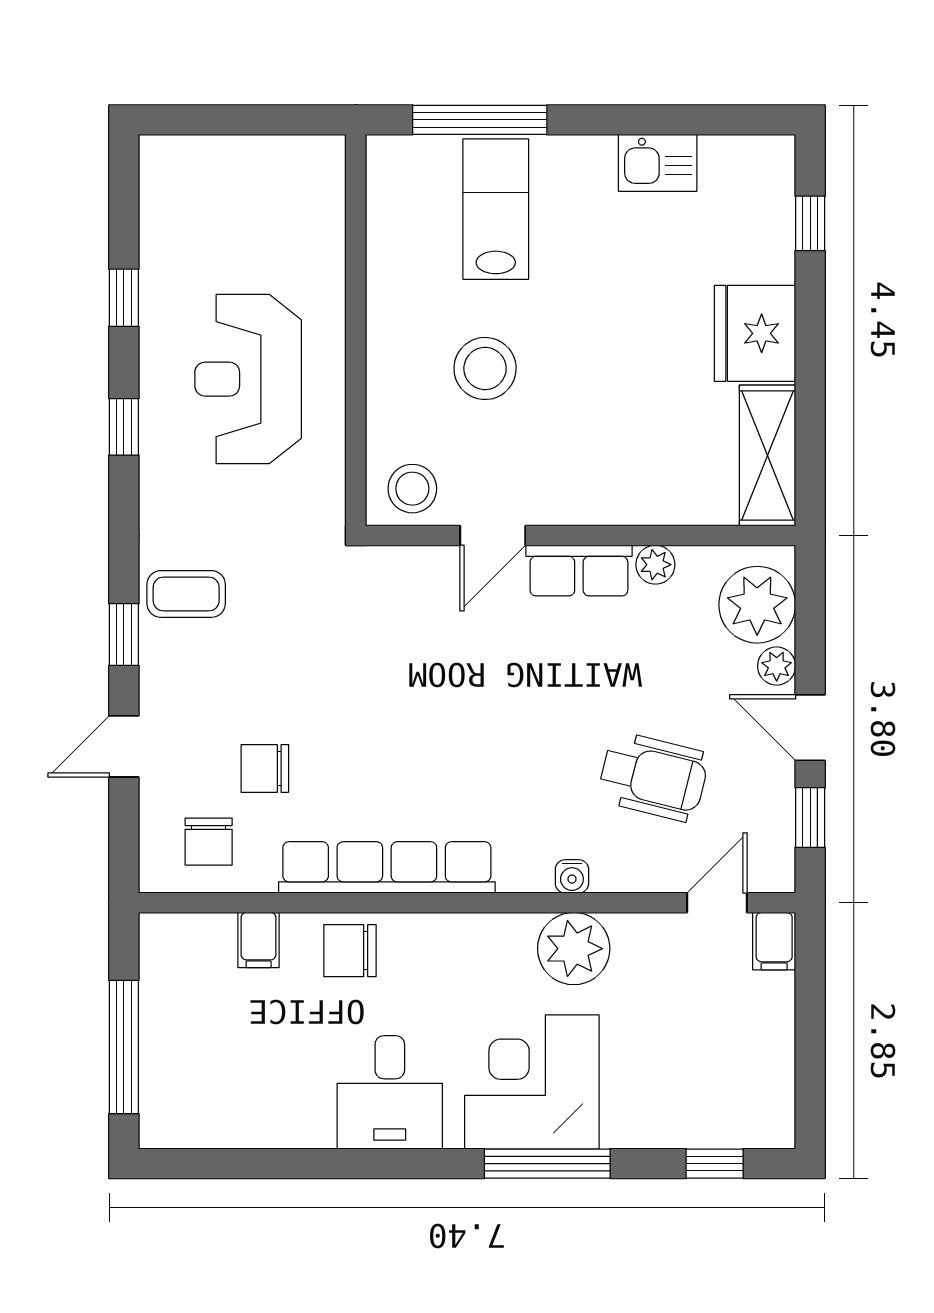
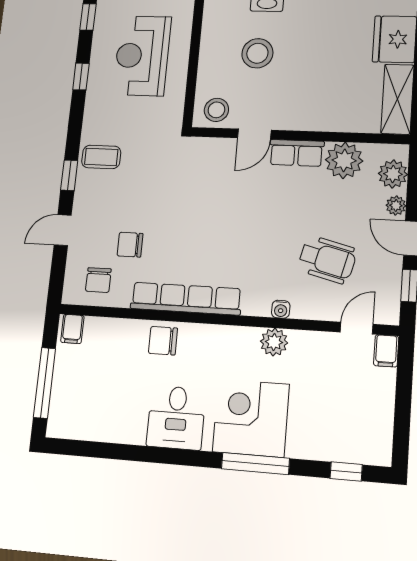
plant: (655, 565) -> (344, 160), width x1.88, depth x1.88
plant: (757, 605) -> (393, 174), width x0.73, depth x0.73
filing cabinet: (259, 940) -> (72, 329), moved
plant: (574, 949) -> (274, 342), width x0.73, depth x0.73

